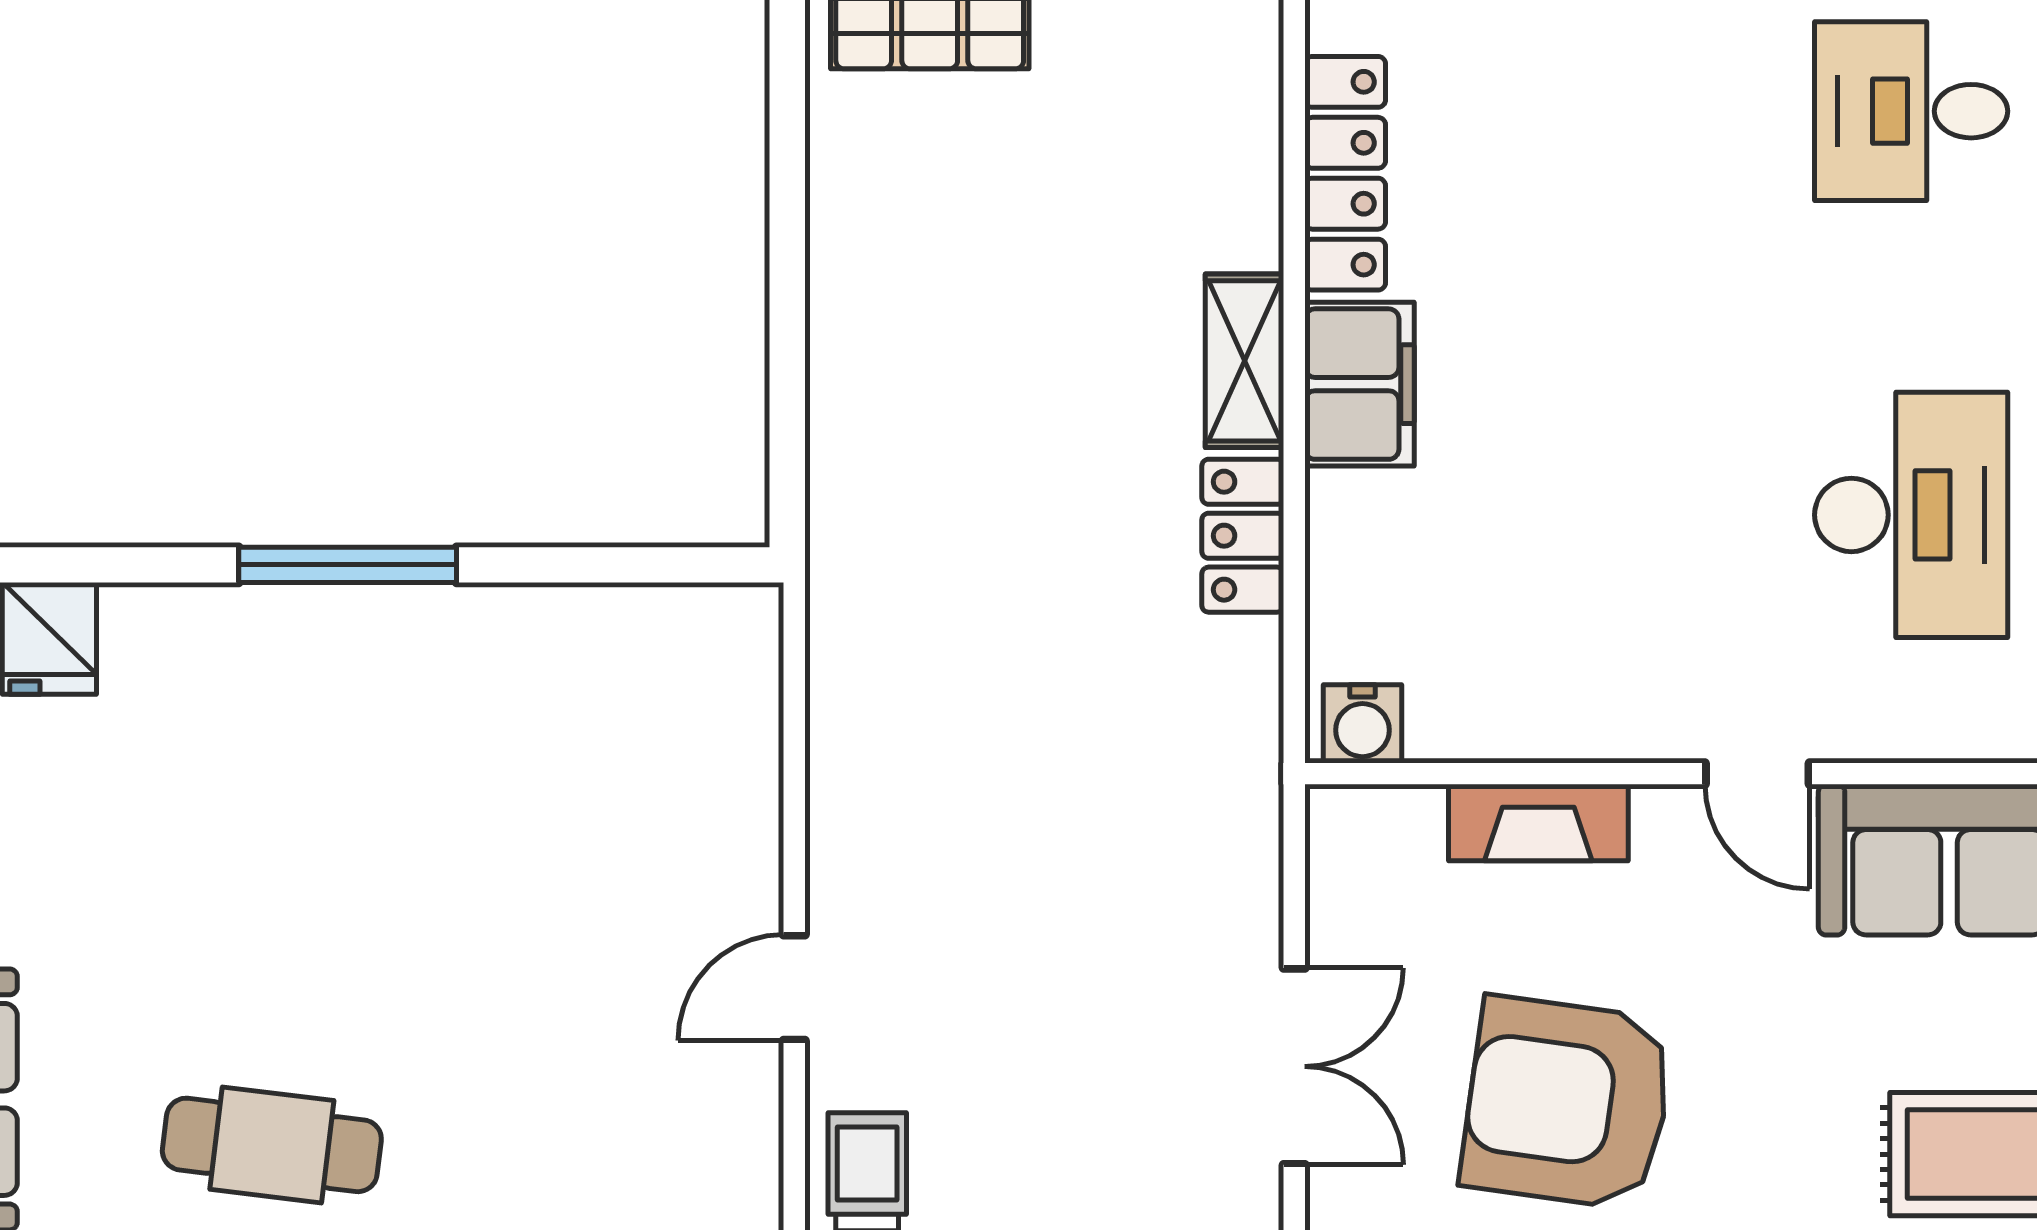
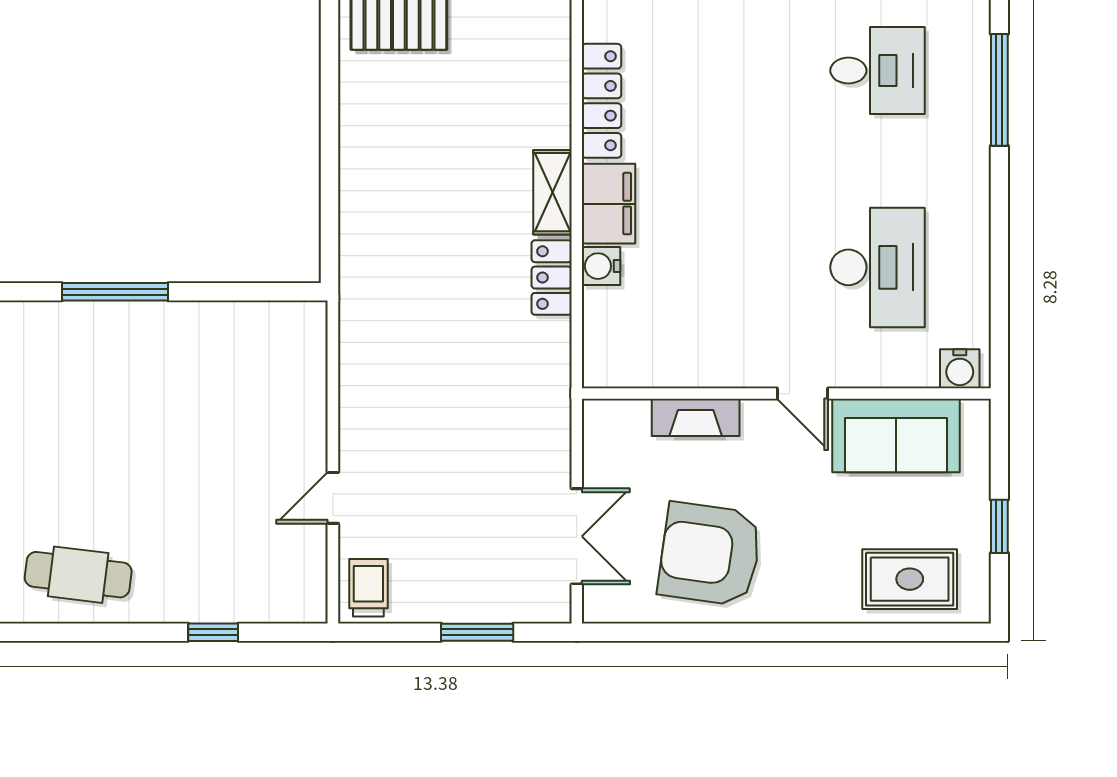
desk: (1911, 111) -> (878, 71), turned 180
water cooler: (1362, 724) -> (601, 266), moved, turned 90

